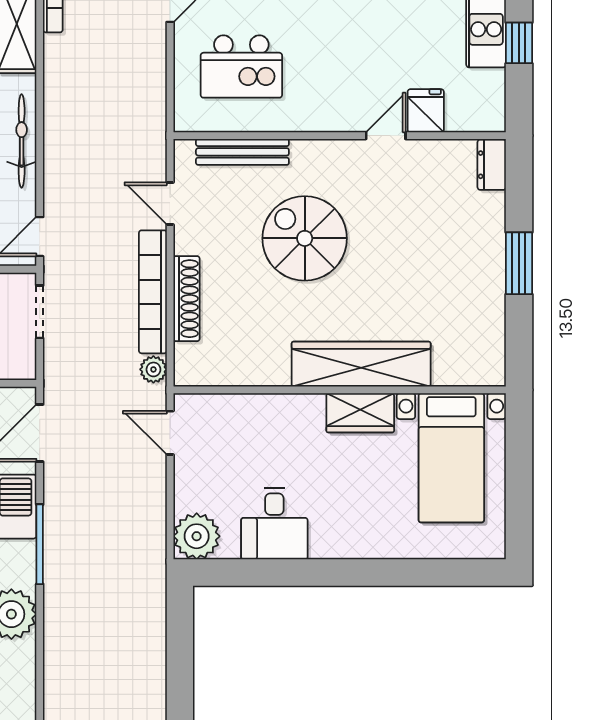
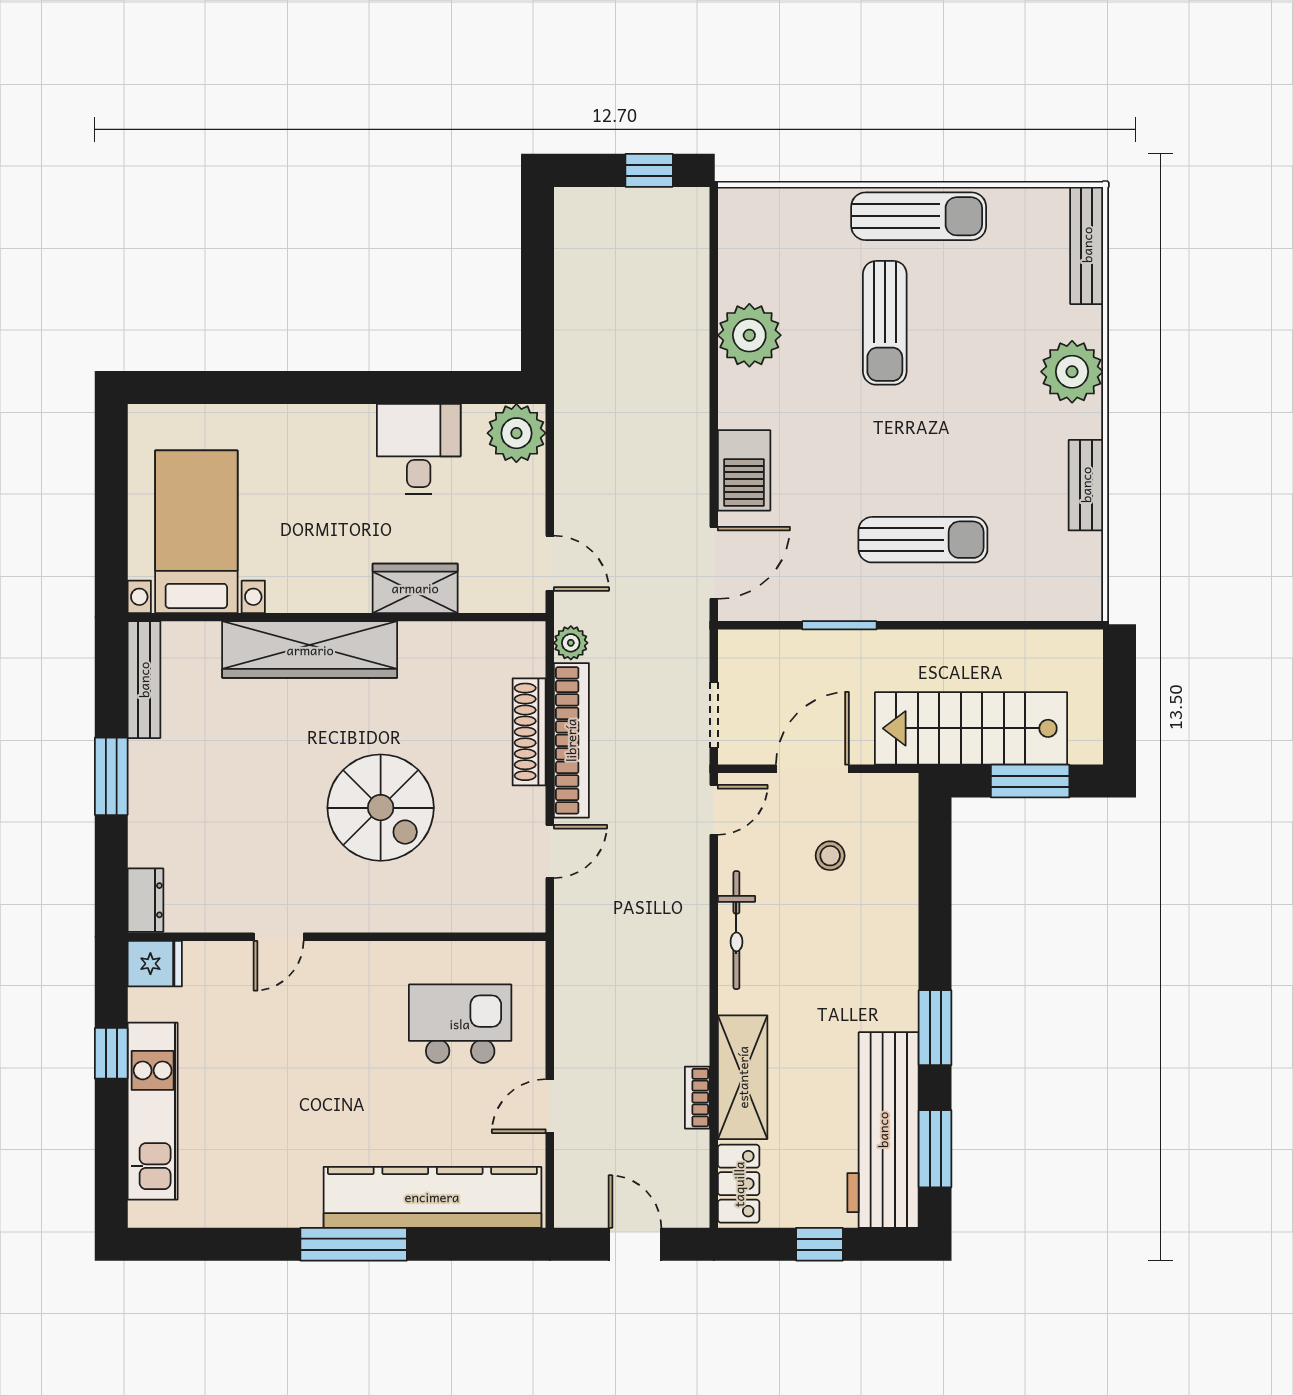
fridge: (426, 111) -> (155, 964), moved, turned -90
bench: (242, 152) -> (144, 680), moved, turned 90
door: (170, 203) -> (550, 851), hinge flipped
wardrobe: (360, 413) -> (415, 588), moved
window: (40, 544) -> (714, 423), removed

